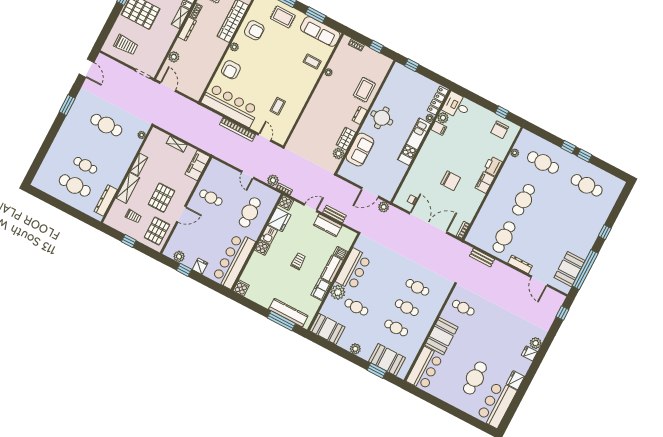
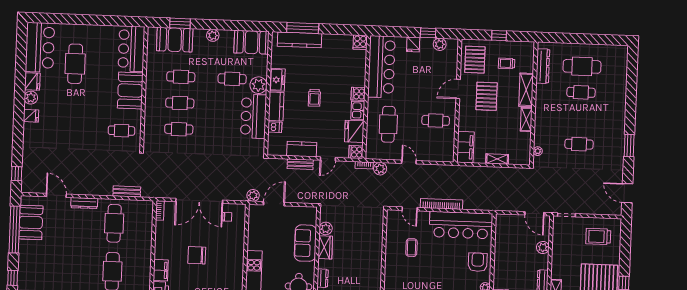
cafe table: (106, 125) -> (579, 144), width x0.73, depth x0.74
plant: (536, 343) -> (31, 98), moved

